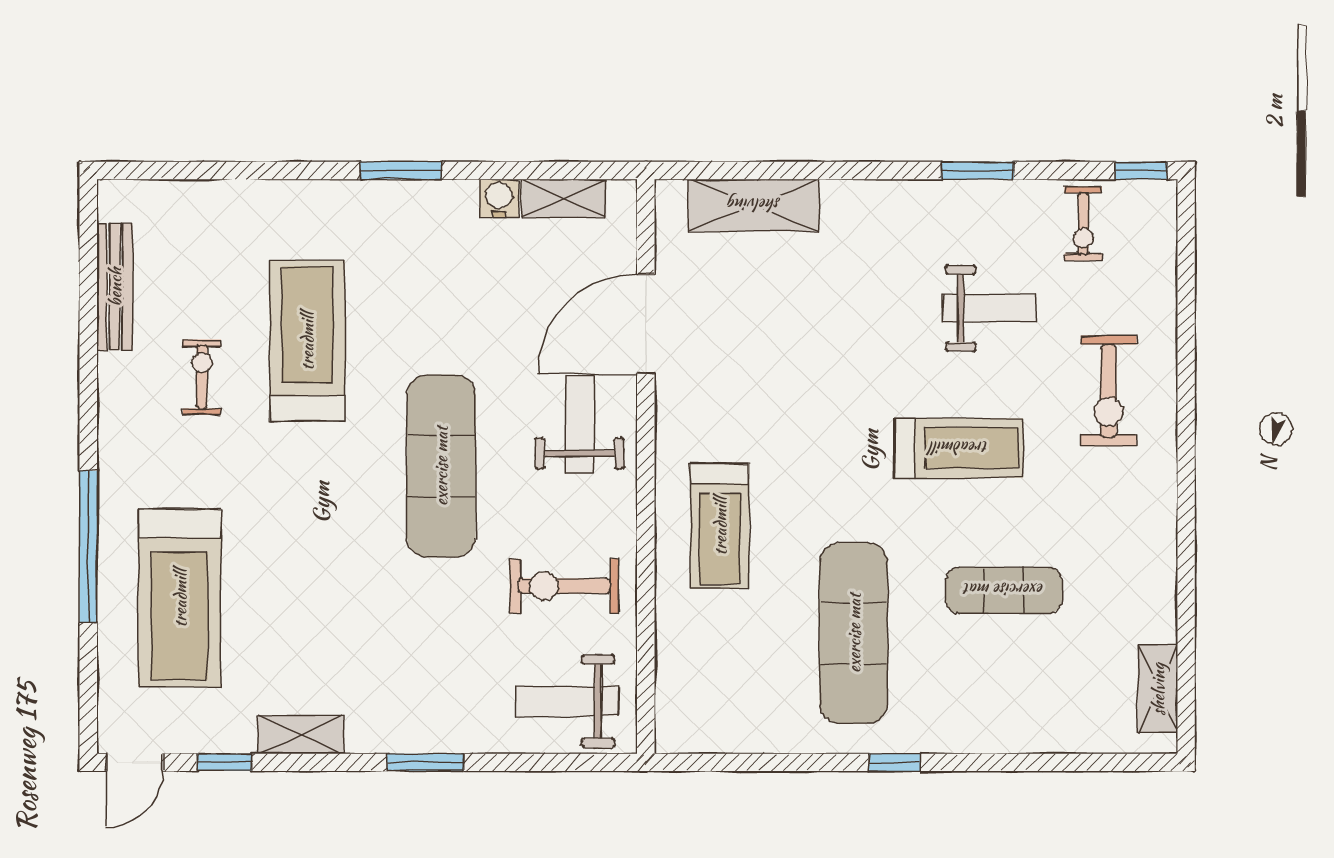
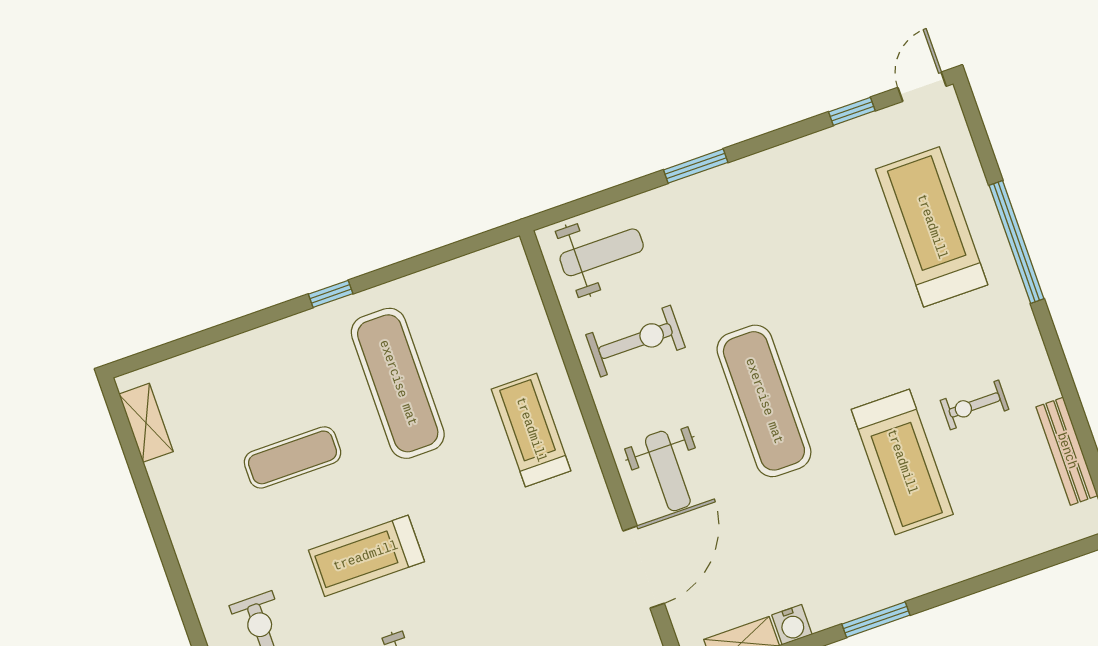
exercise bike: (202, 377) -> (974, 405), turned 90
shelving: (300, 735) -> (800, 154), removed

